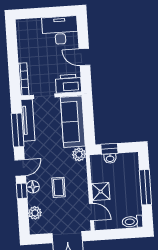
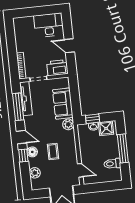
sofa: (73, 122) -> (63, 104), width x0.73
door: (20, 168) -> (21, 137), hinge flipped
shower: (101, 192) -> (106, 128), moved
toilet: (133, 222) -> (112, 164), moved

